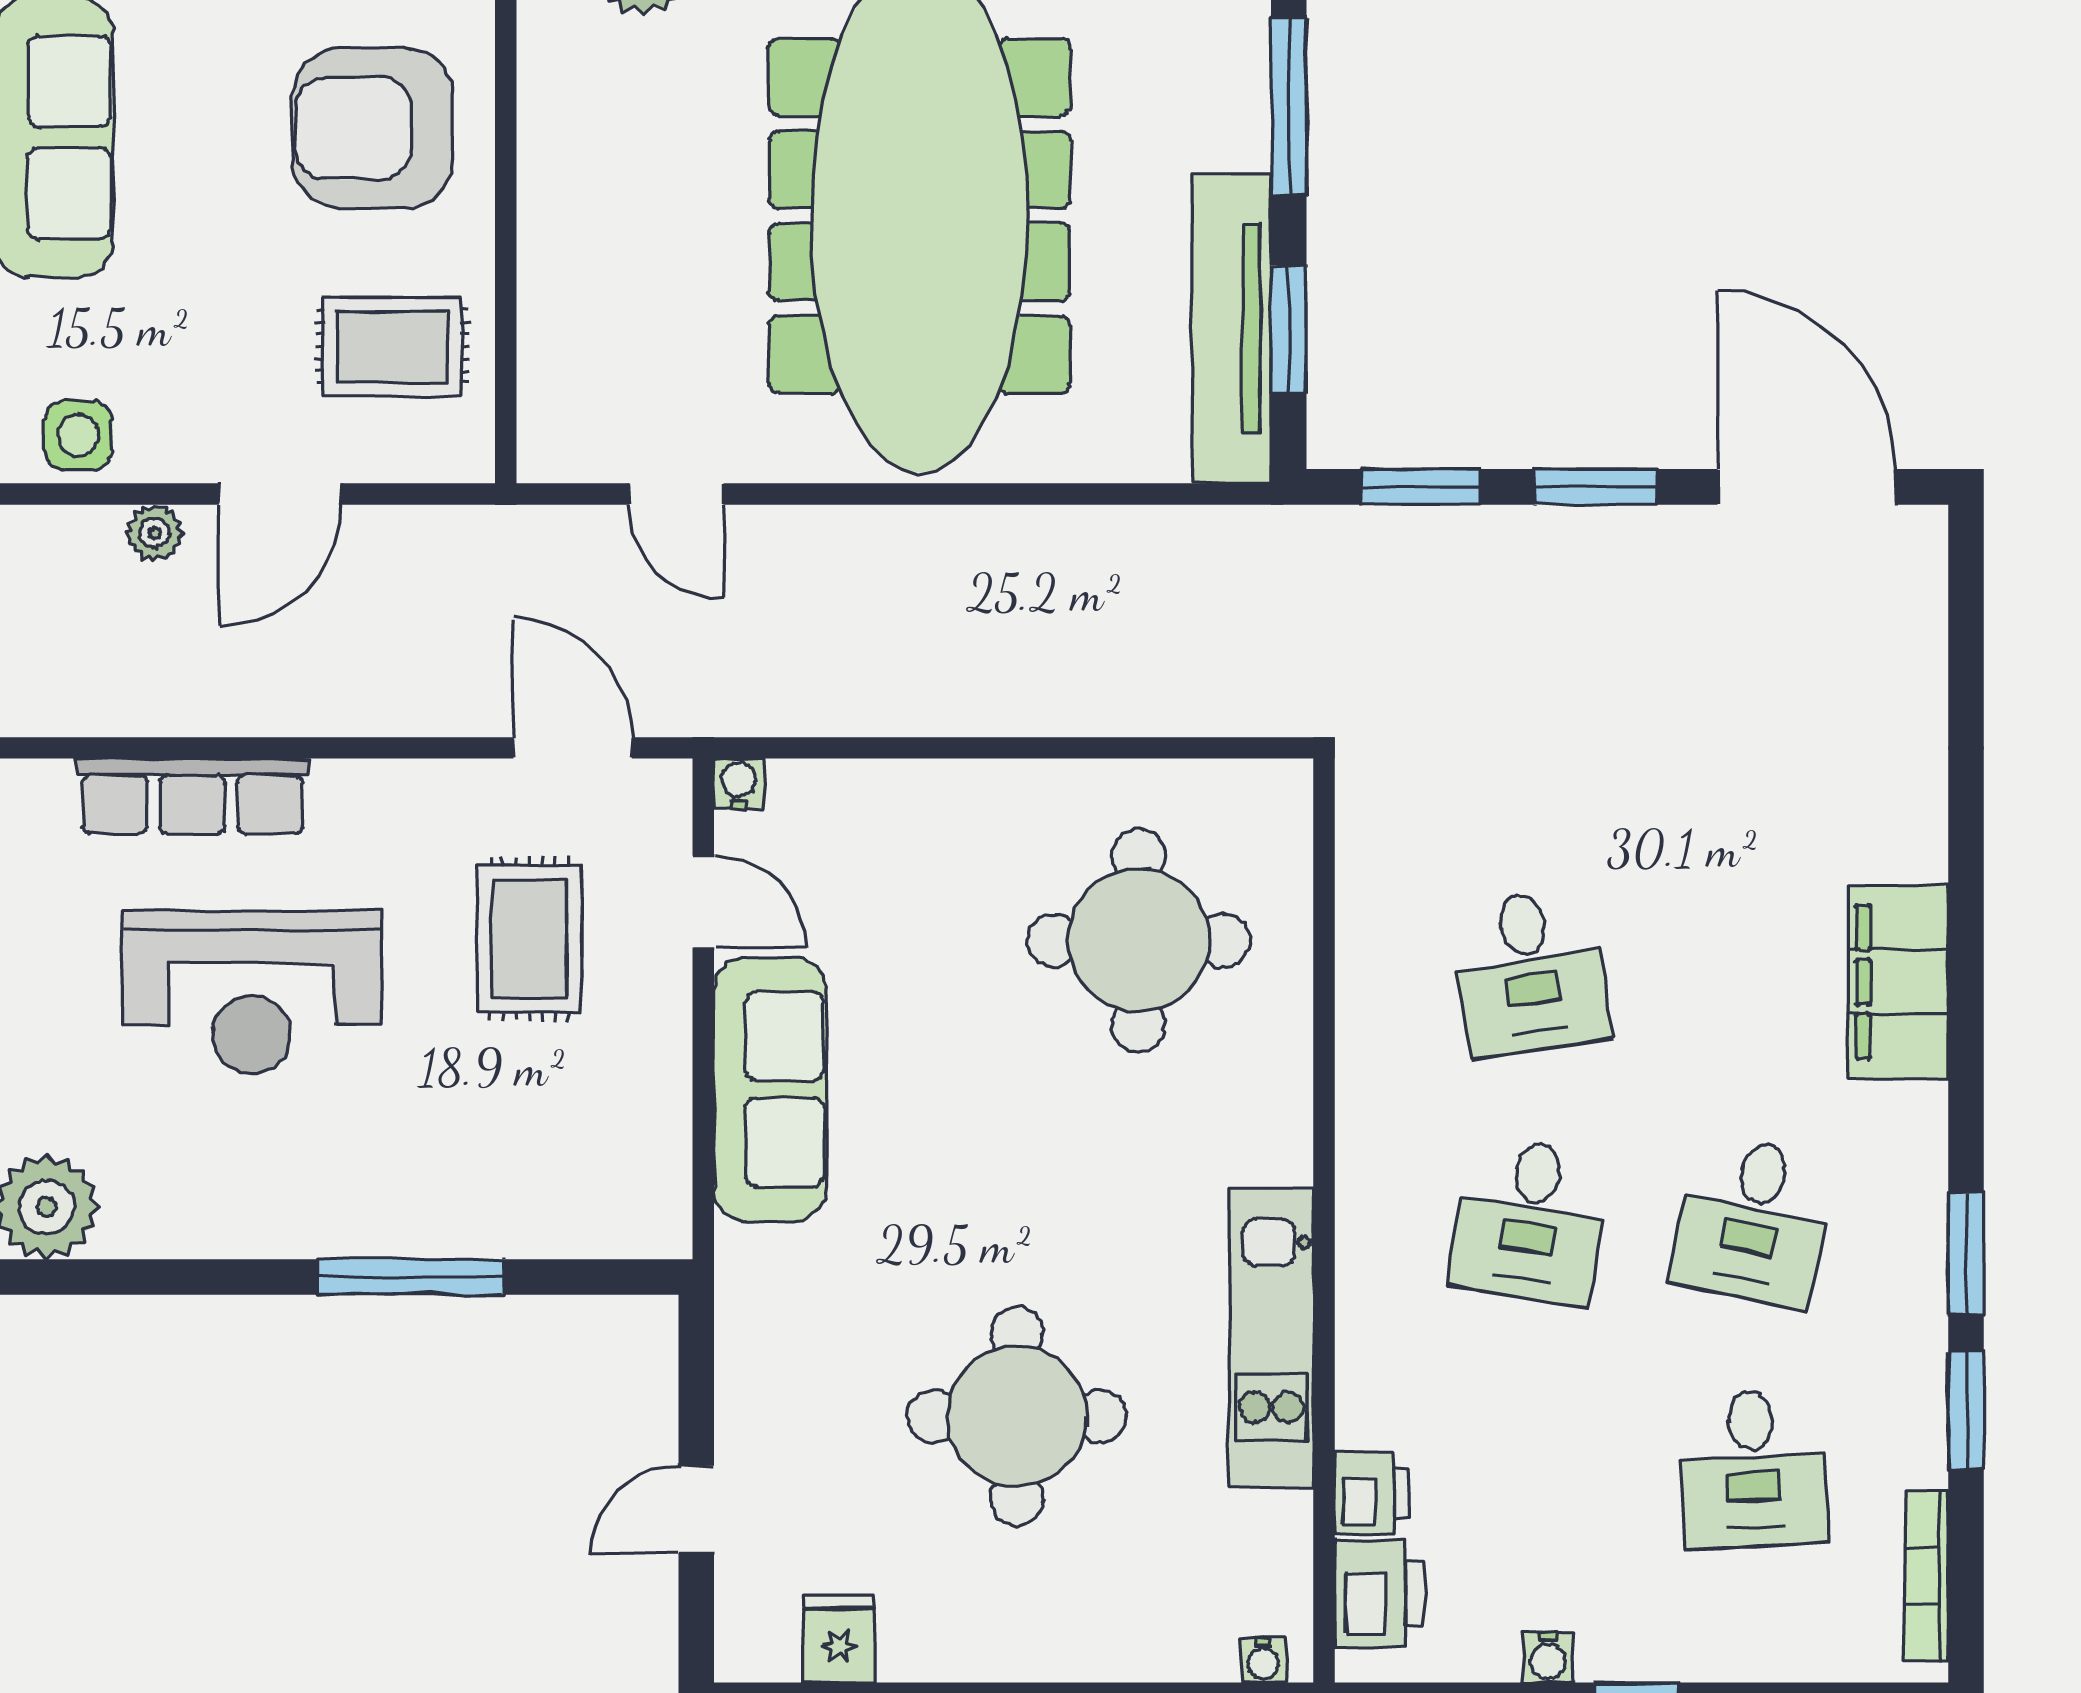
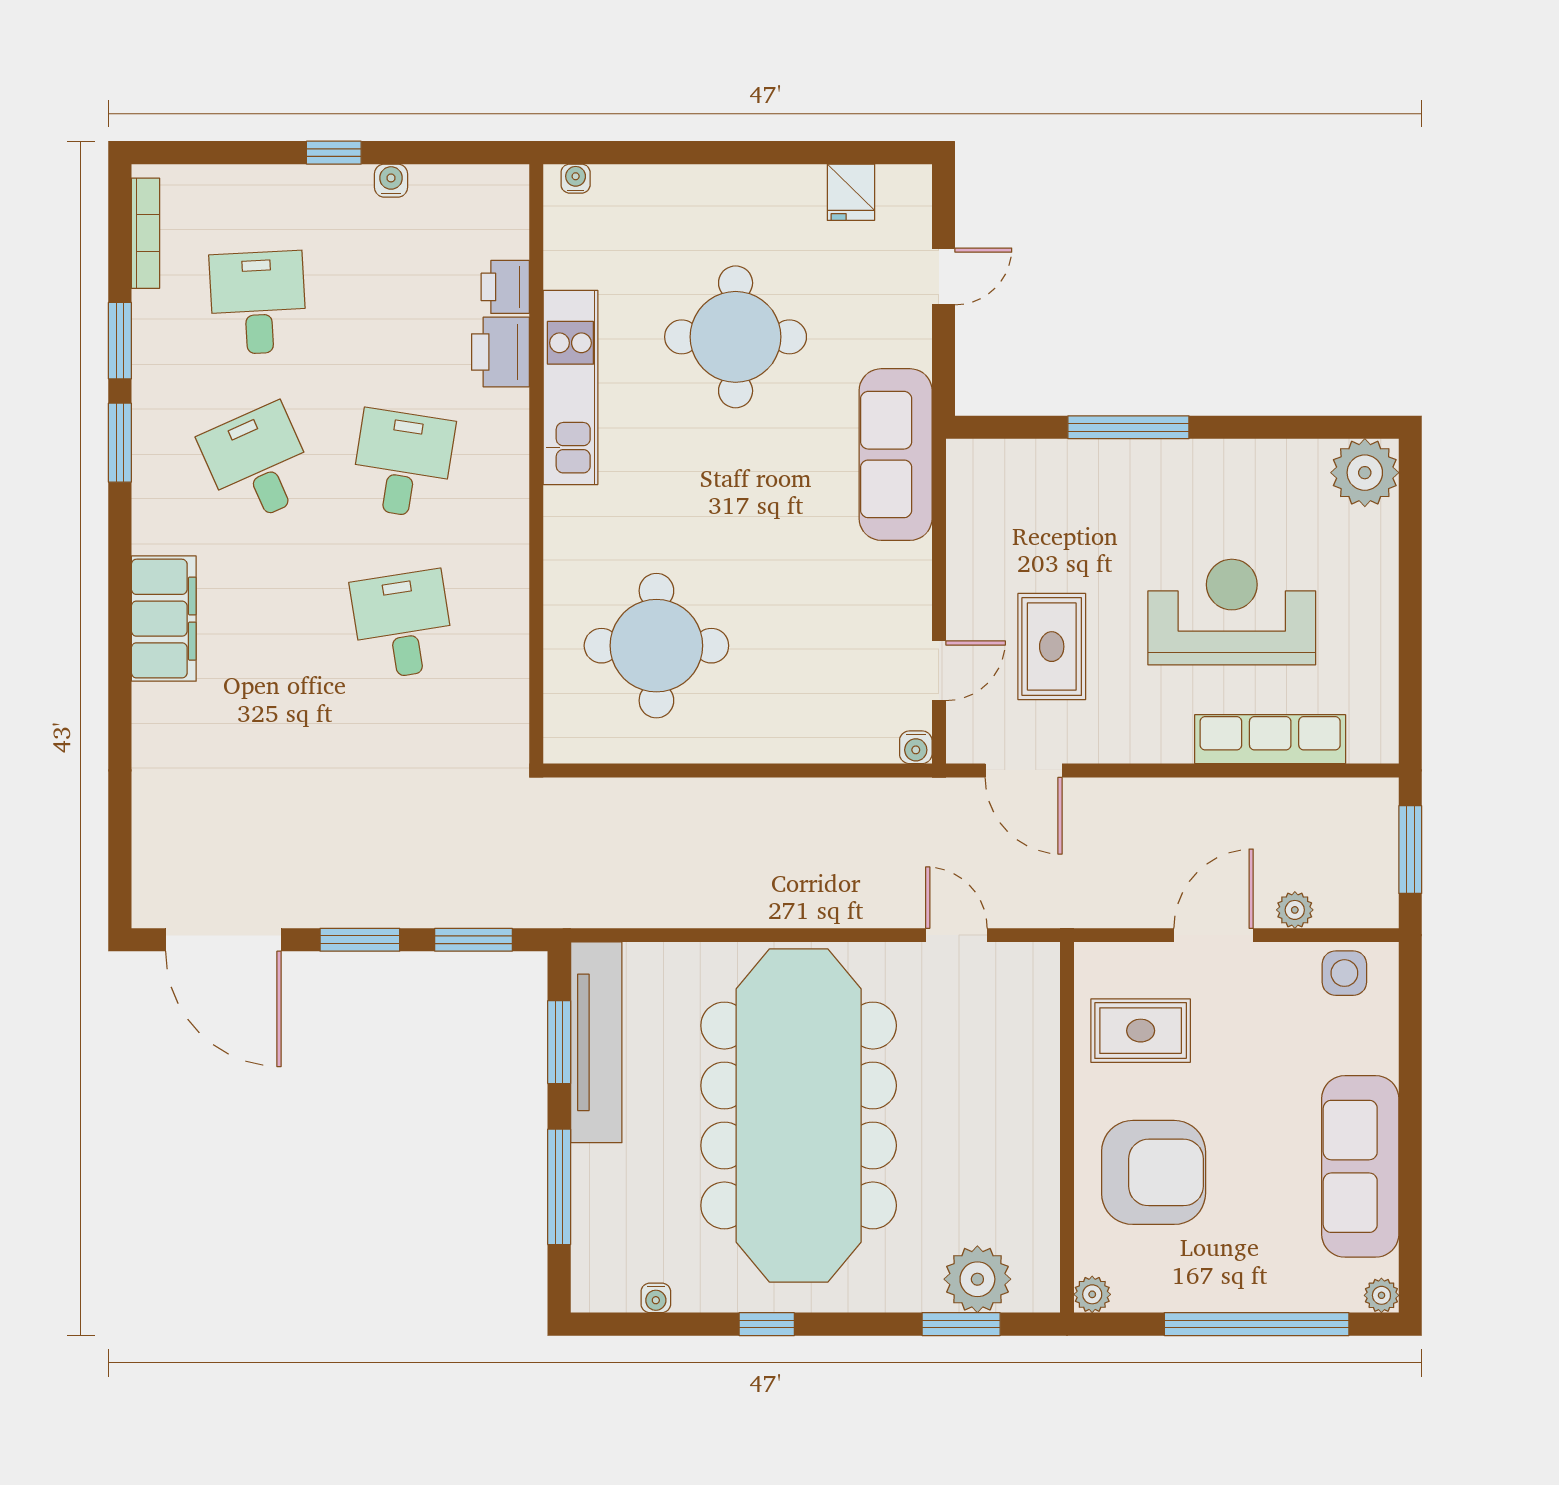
door: (703, 902) -> (939, 671), swing flipped
sofa: (770, 1089) -> (896, 455), moved
desk: (1753, 1221) -> (258, 464), turned -36
printer: (1379, 1594) -> (500, 352), moved

